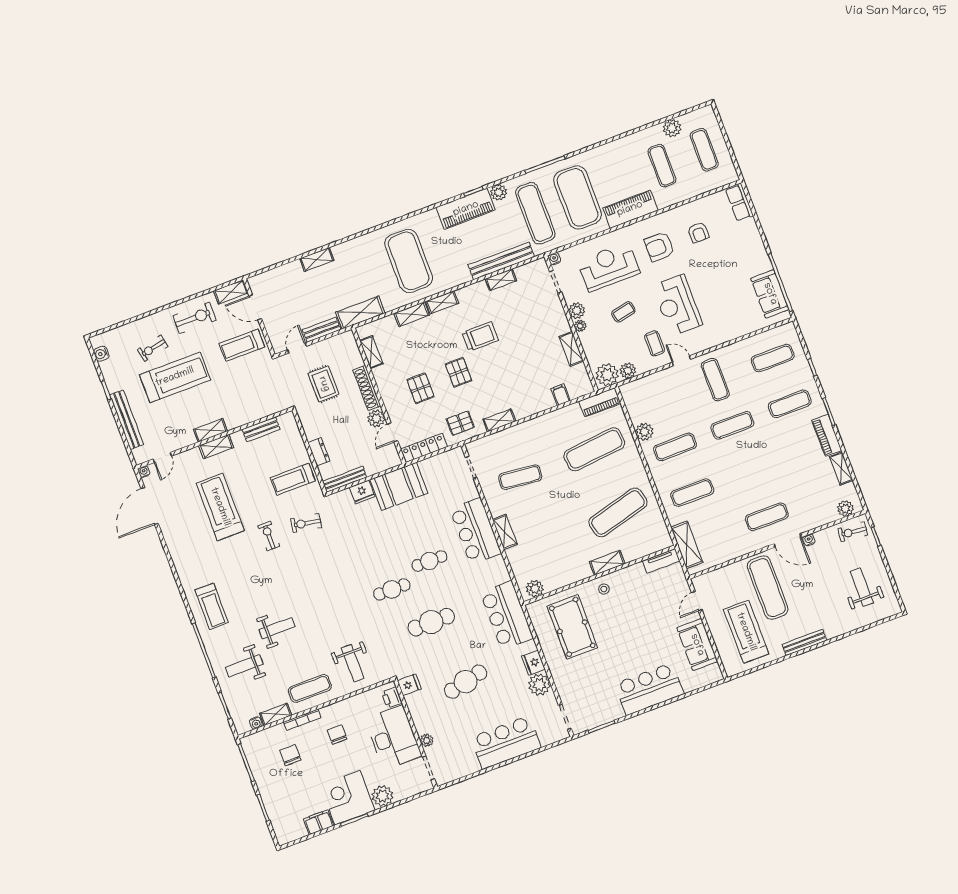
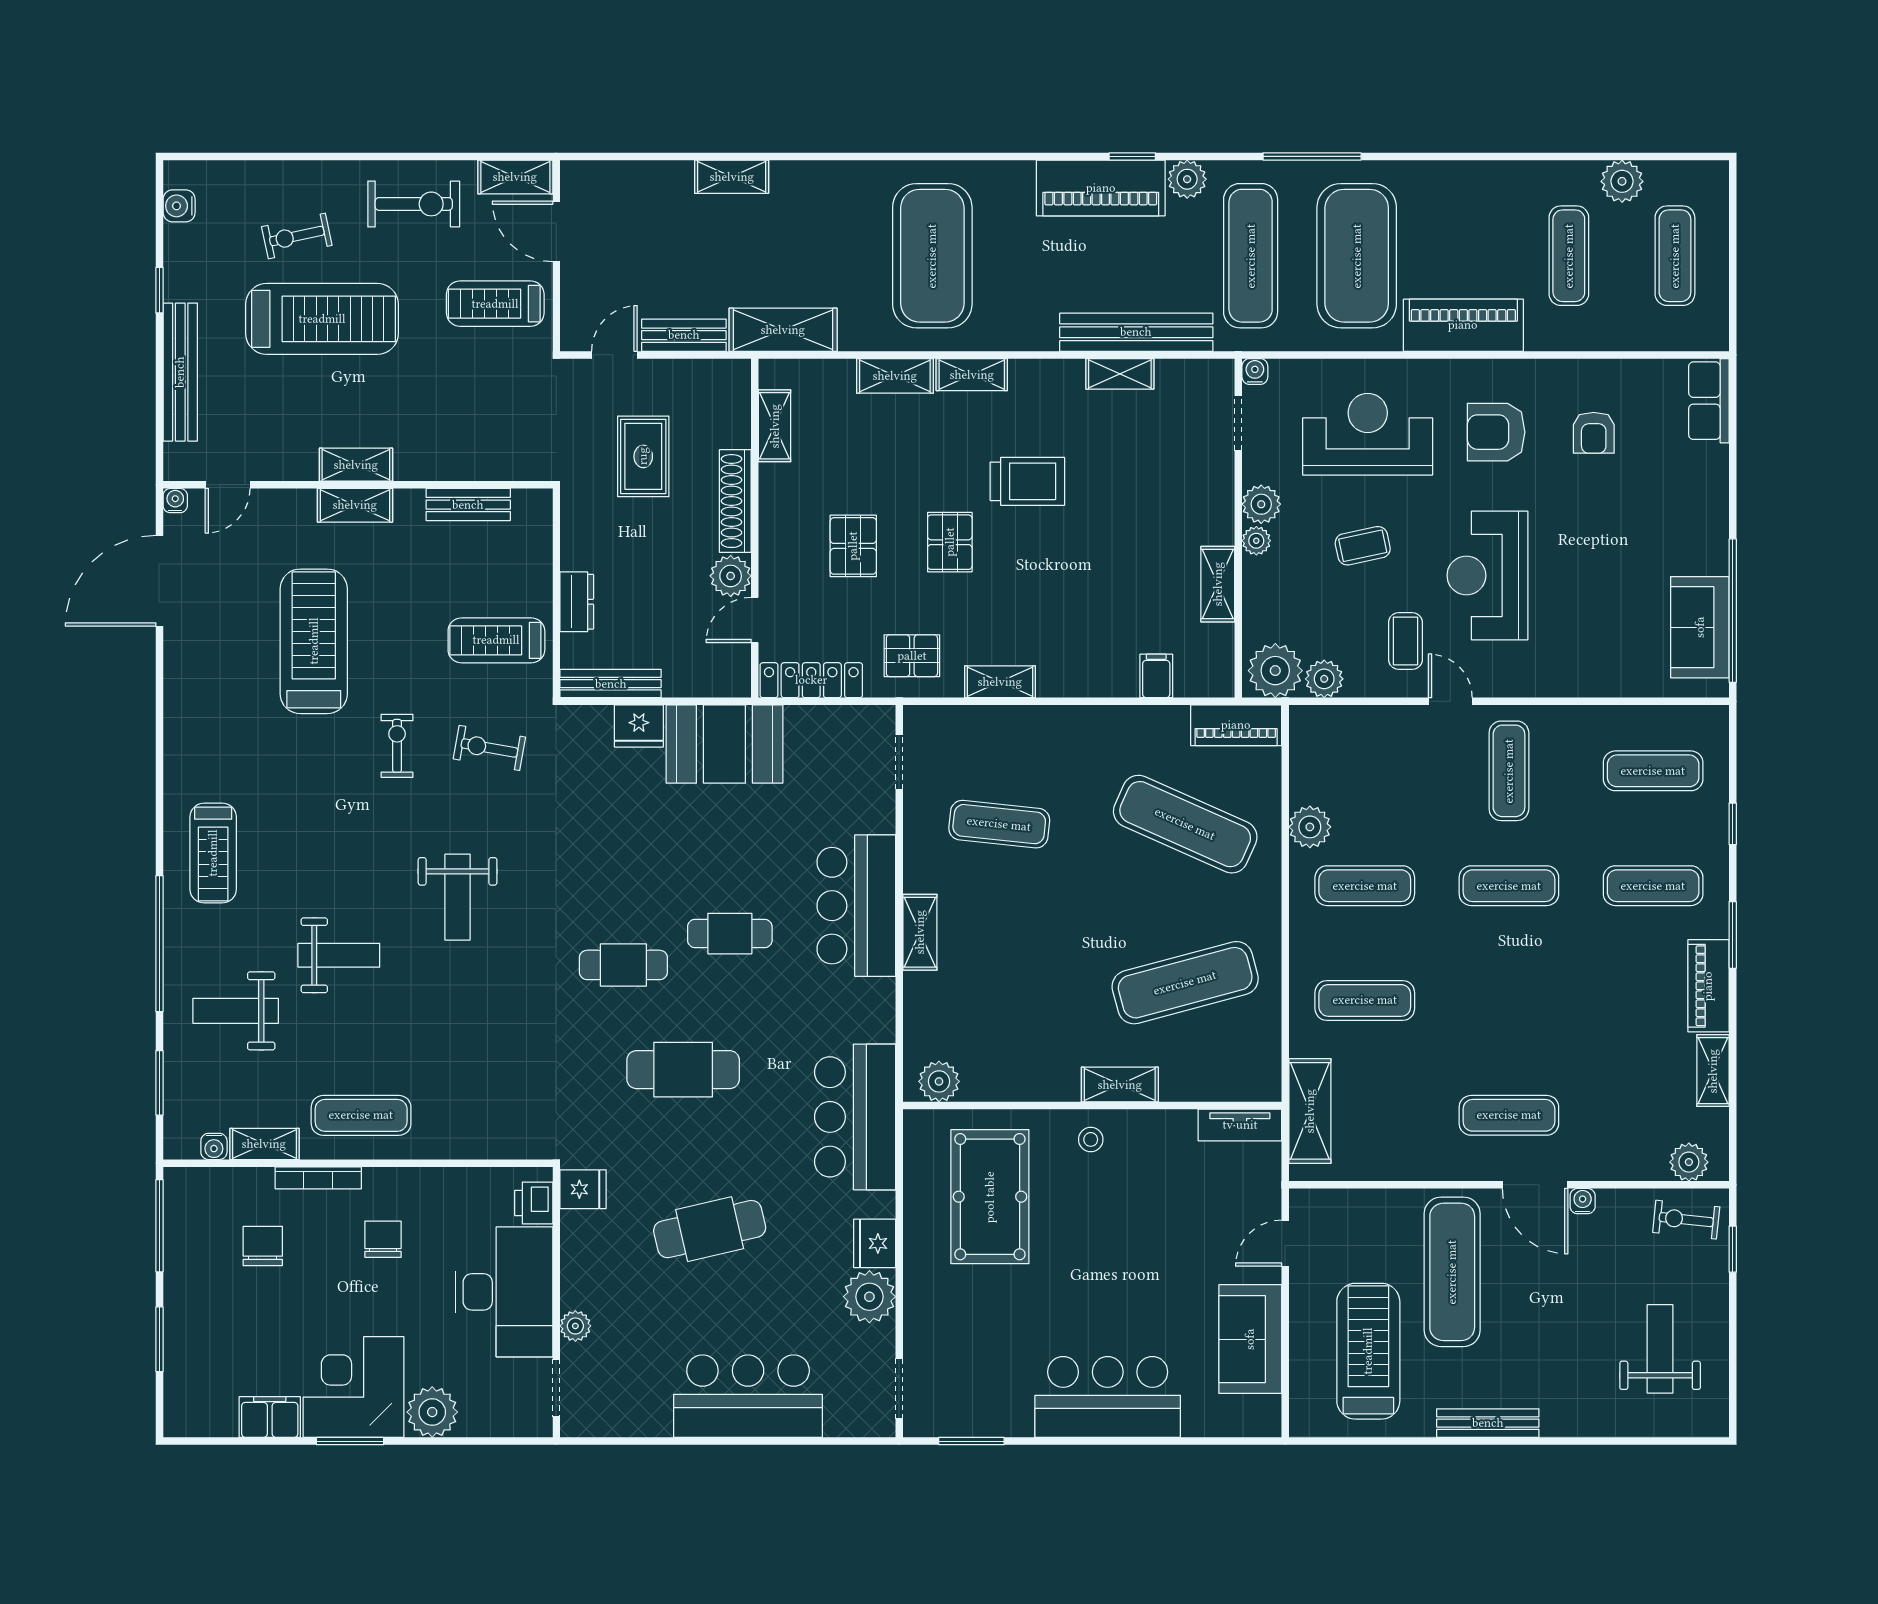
exercise mat: (594, 449) -> (1185, 824), turned 30
weight bench: (353, 663) -> (458, 897), moved

